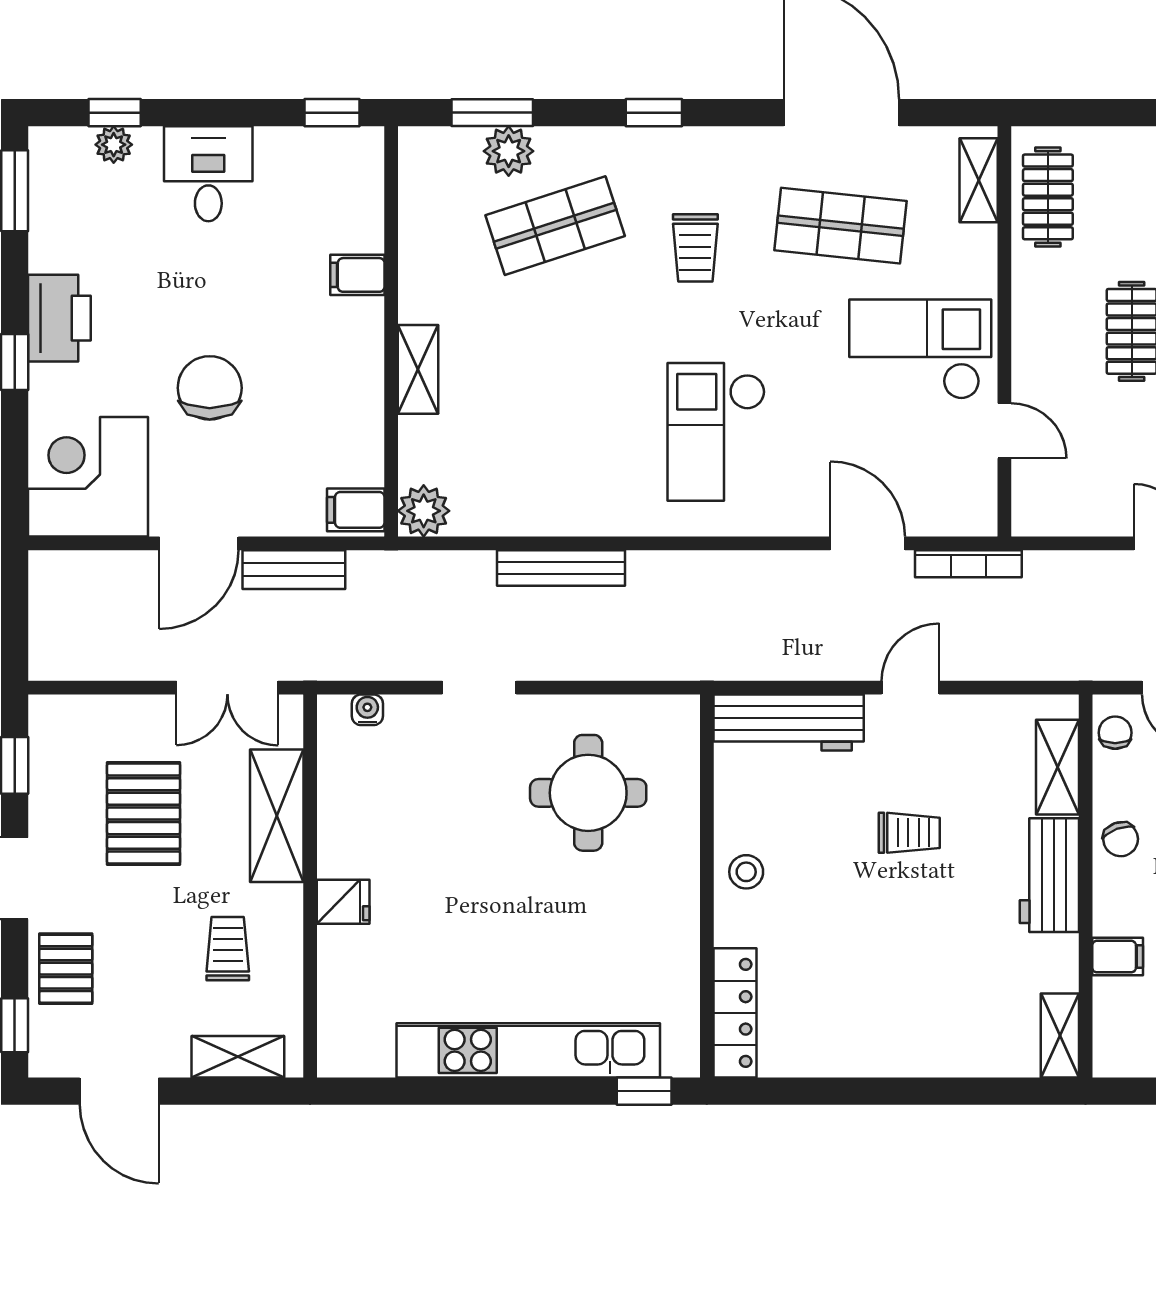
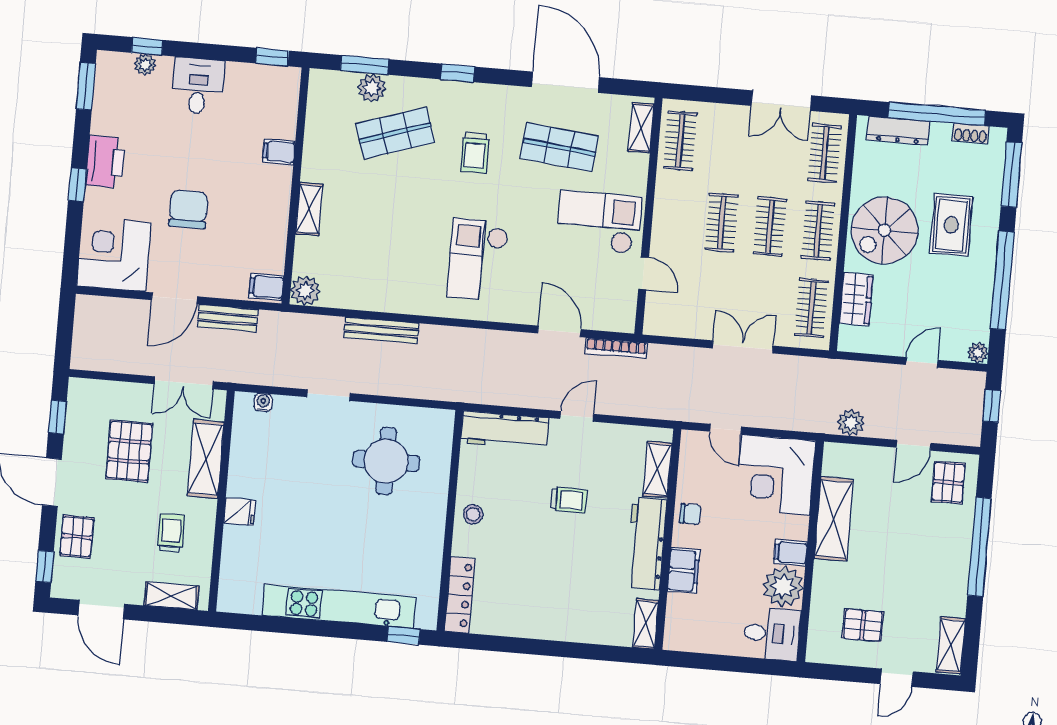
chair: (1115, 733) -> (692, 452), removed
chair: (1121, 839) -> (690, 514), turned -70
workbench: (1049, 875) -> (646, 544), width x1.38
filing cabinet: (1118, 957) -> (684, 571), width x2.00

